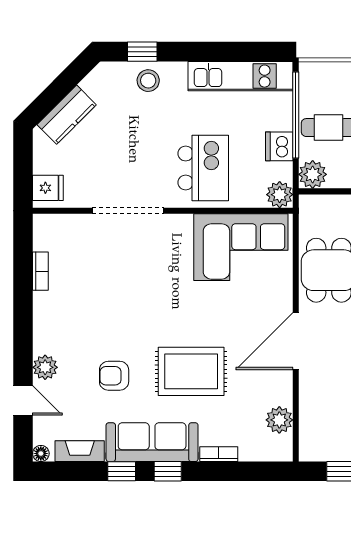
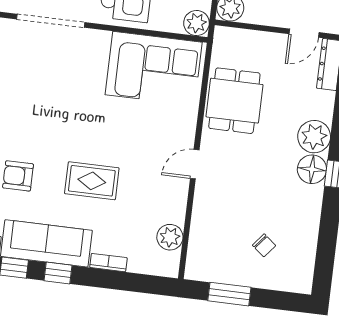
door: (296, 341) -> (195, 164), width x0.53
rug: (191, 371) -> (92, 181), width x0.73, depth x0.70

